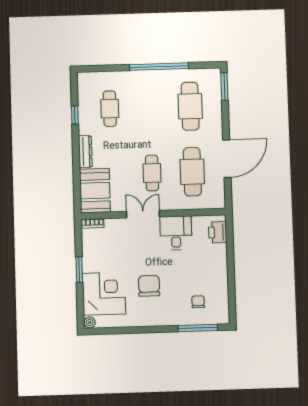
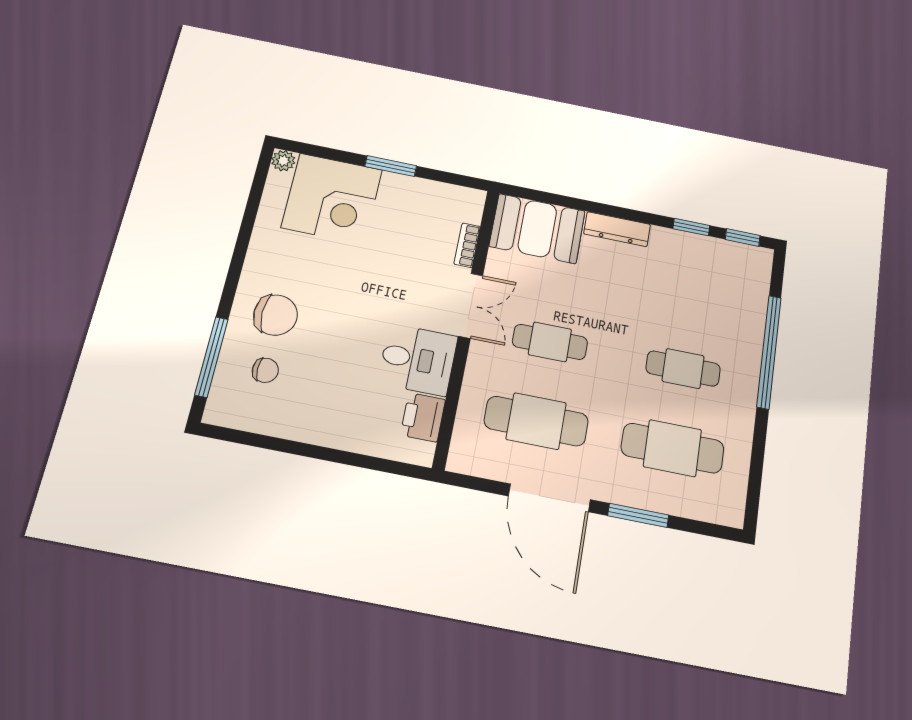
window: (159, 67) -> (769, 352), moved
window: (224, 87) -> (638, 515), moved
window: (74, 89) -> (743, 237), added
cafe table: (110, 109) -> (683, 369), moved
bookcase: (92, 223) -> (467, 245), moved
printer: (218, 232) -> (423, 417), moved, turned -90
chair: (149, 286) -> (276, 315), moved

